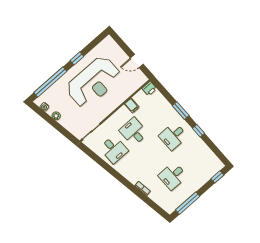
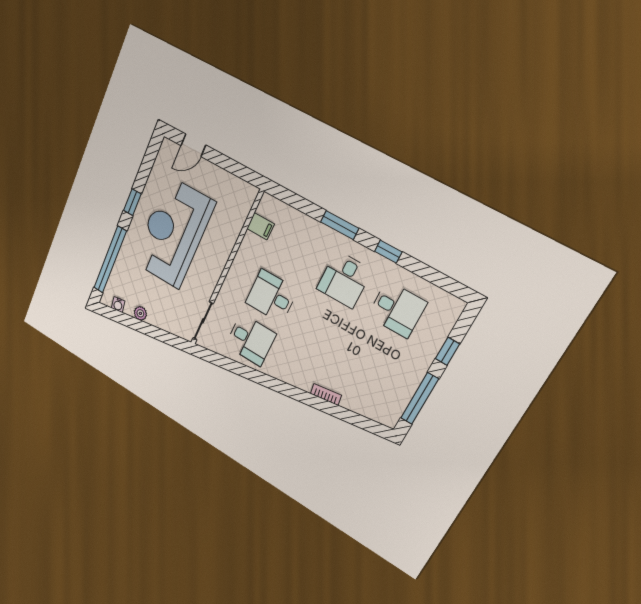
door: (137, 61) -> (193, 145), moved
reception desk: (94, 82) -> (173, 233), turned 180
printer: (149, 88) -> (268, 206), removed
filing cabinet: (132, 105) -> (261, 226), moved
desk: (173, 176) -> (397, 309), moved, turned -90
window: (217, 177) -> (447, 351), moved

